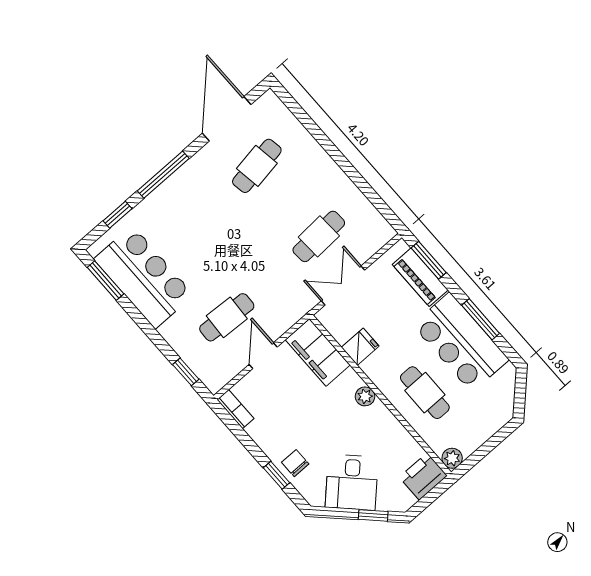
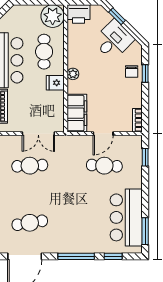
fridge: (360, 347) -> (55, 83), moved
plant: (452, 458) -> (53, 16), width x1.87, depth x1.87

